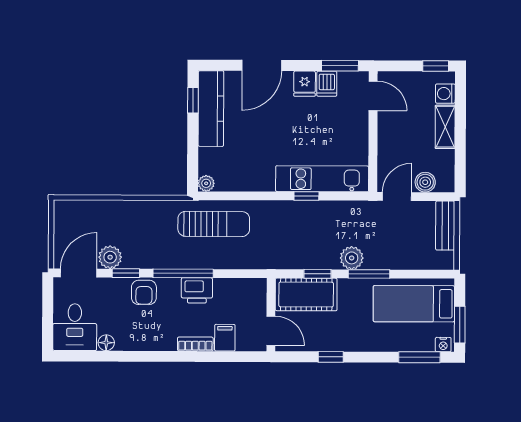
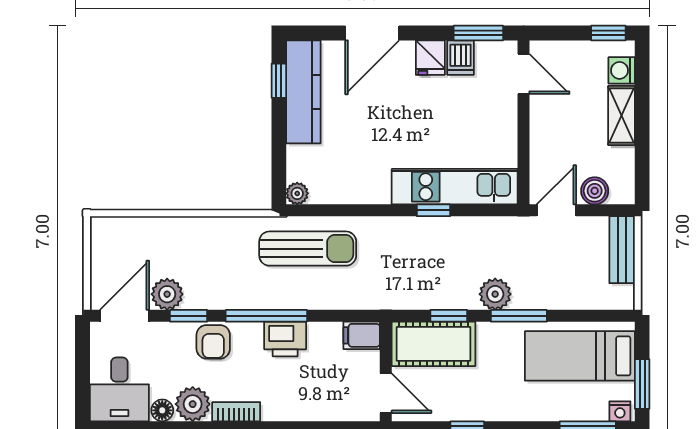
plant: (129, 338) -> (193, 404), added
filing cabinet: (225, 338) -> (362, 335), moved, turned -90
bookcase: (195, 344) -> (236, 412), moved

